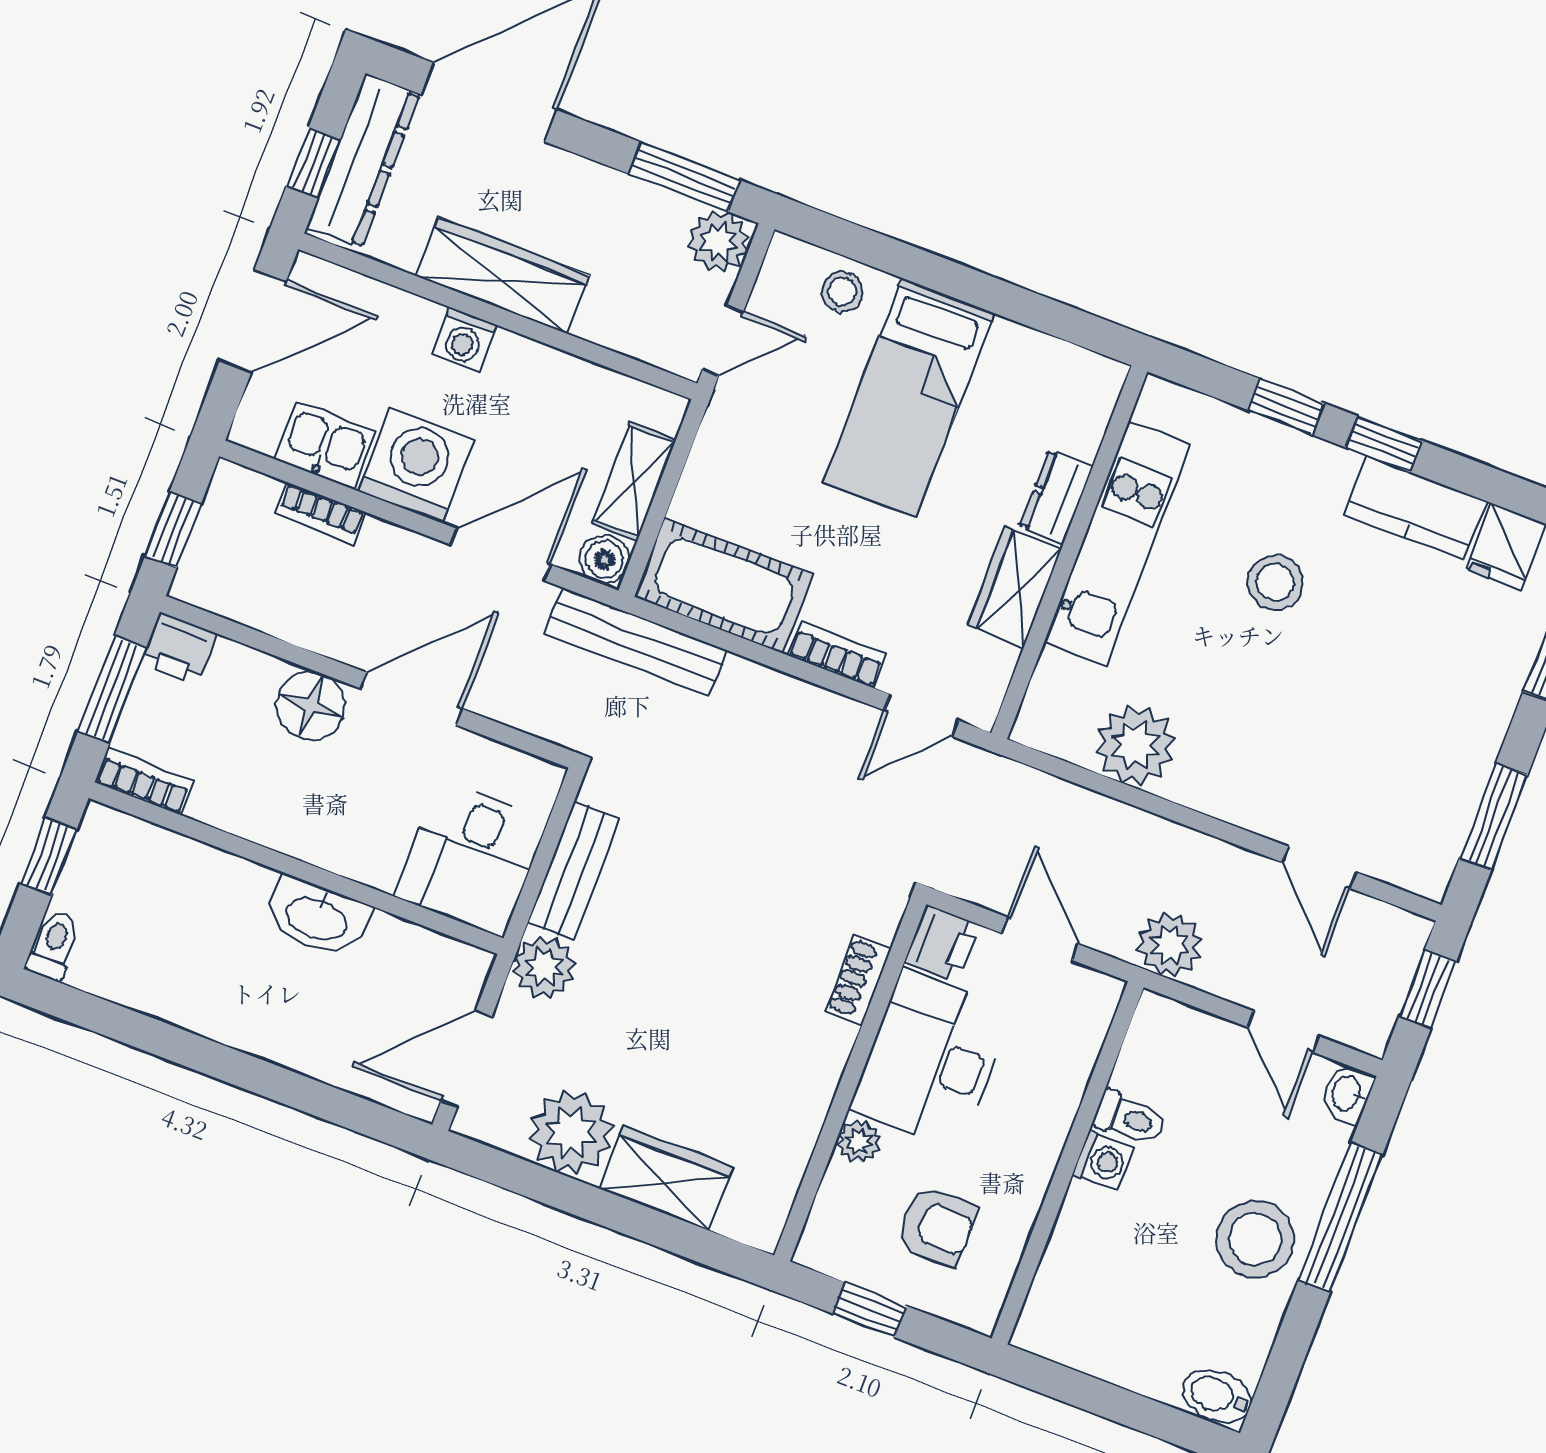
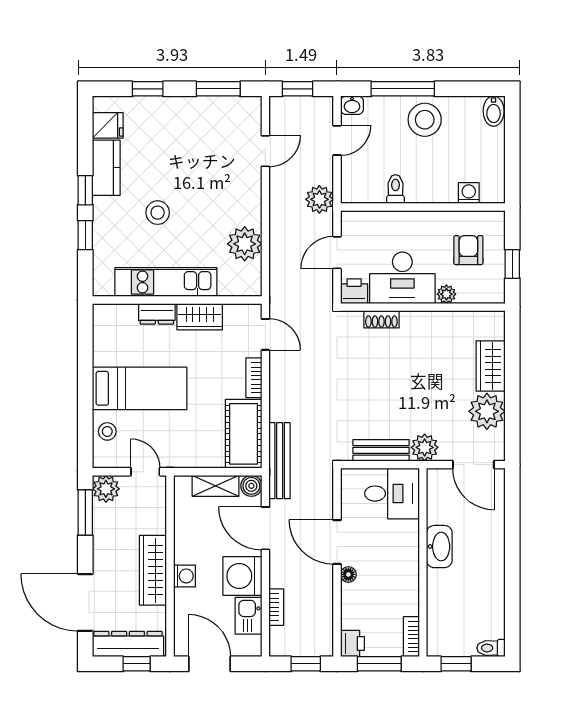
floor lamp: (311, 706) -> (348, 574), width x0.53, depth x0.53
washing machine: (1103, 1161) -> (469, 193), moved

